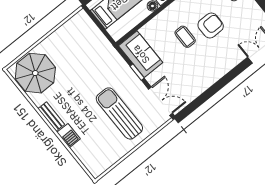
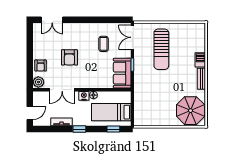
armchair: (211, 25) -> (69, 57), turned -90
coffee table: (185, 37) -> (103, 44), moved

